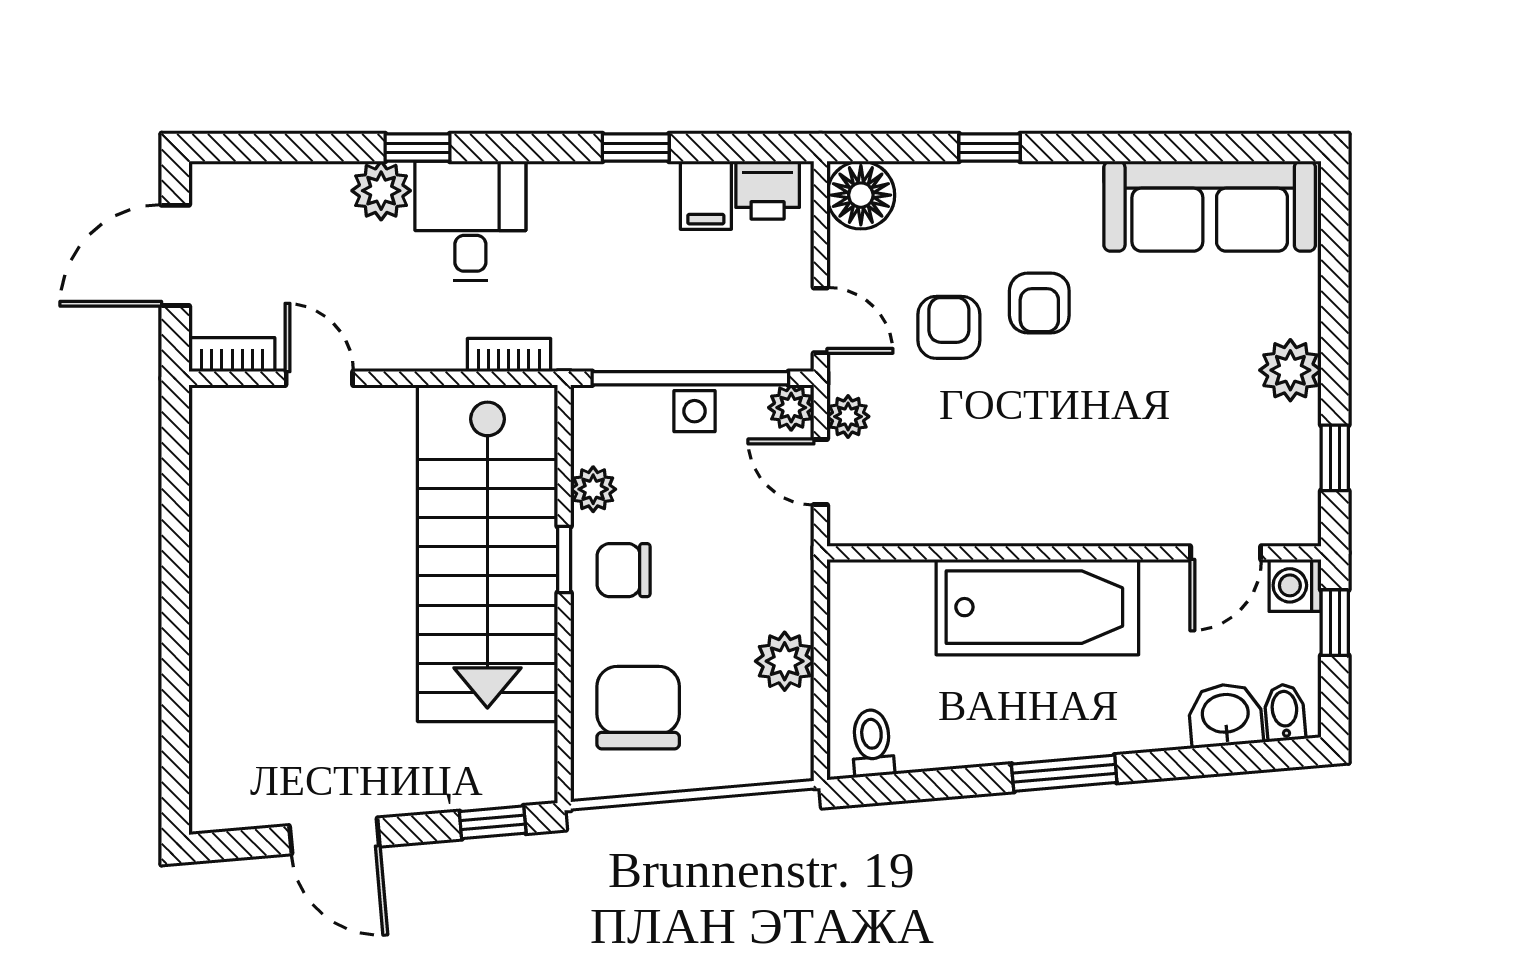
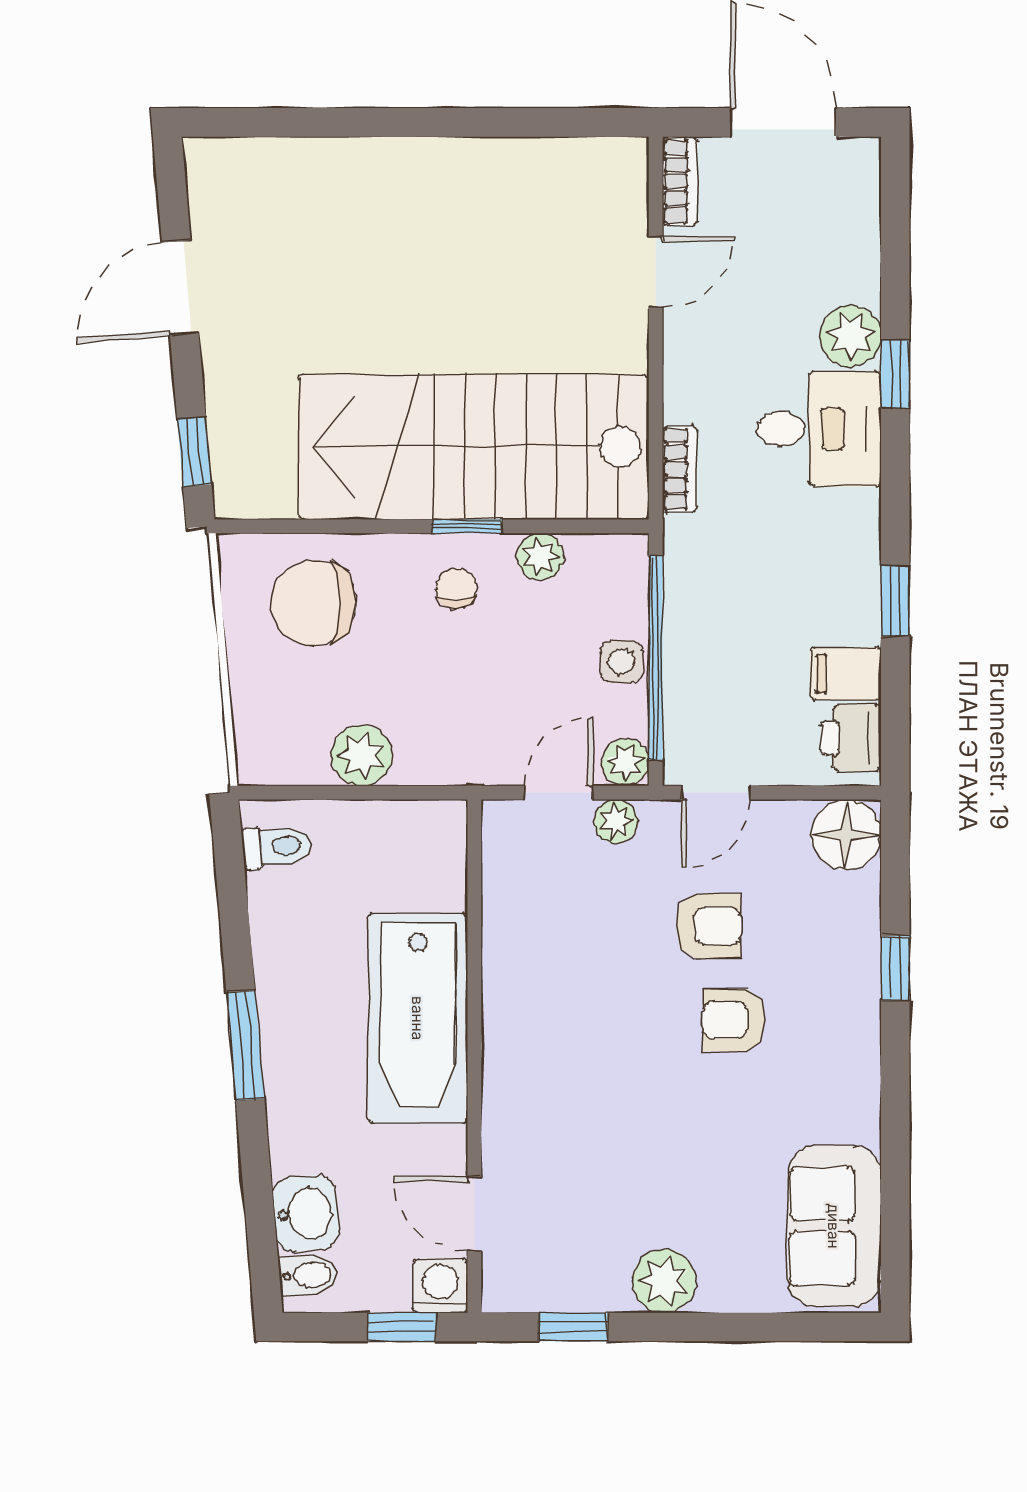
sofa: (1210, 206) -> (834, 1226), width x0.73
chair: (624, 570) -> (456, 588), width x0.73, depth x0.73
chair: (638, 708) -> (313, 603), turned 180

